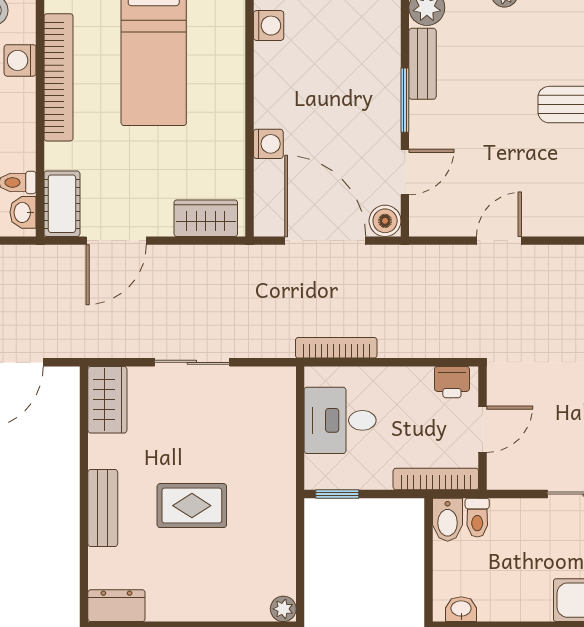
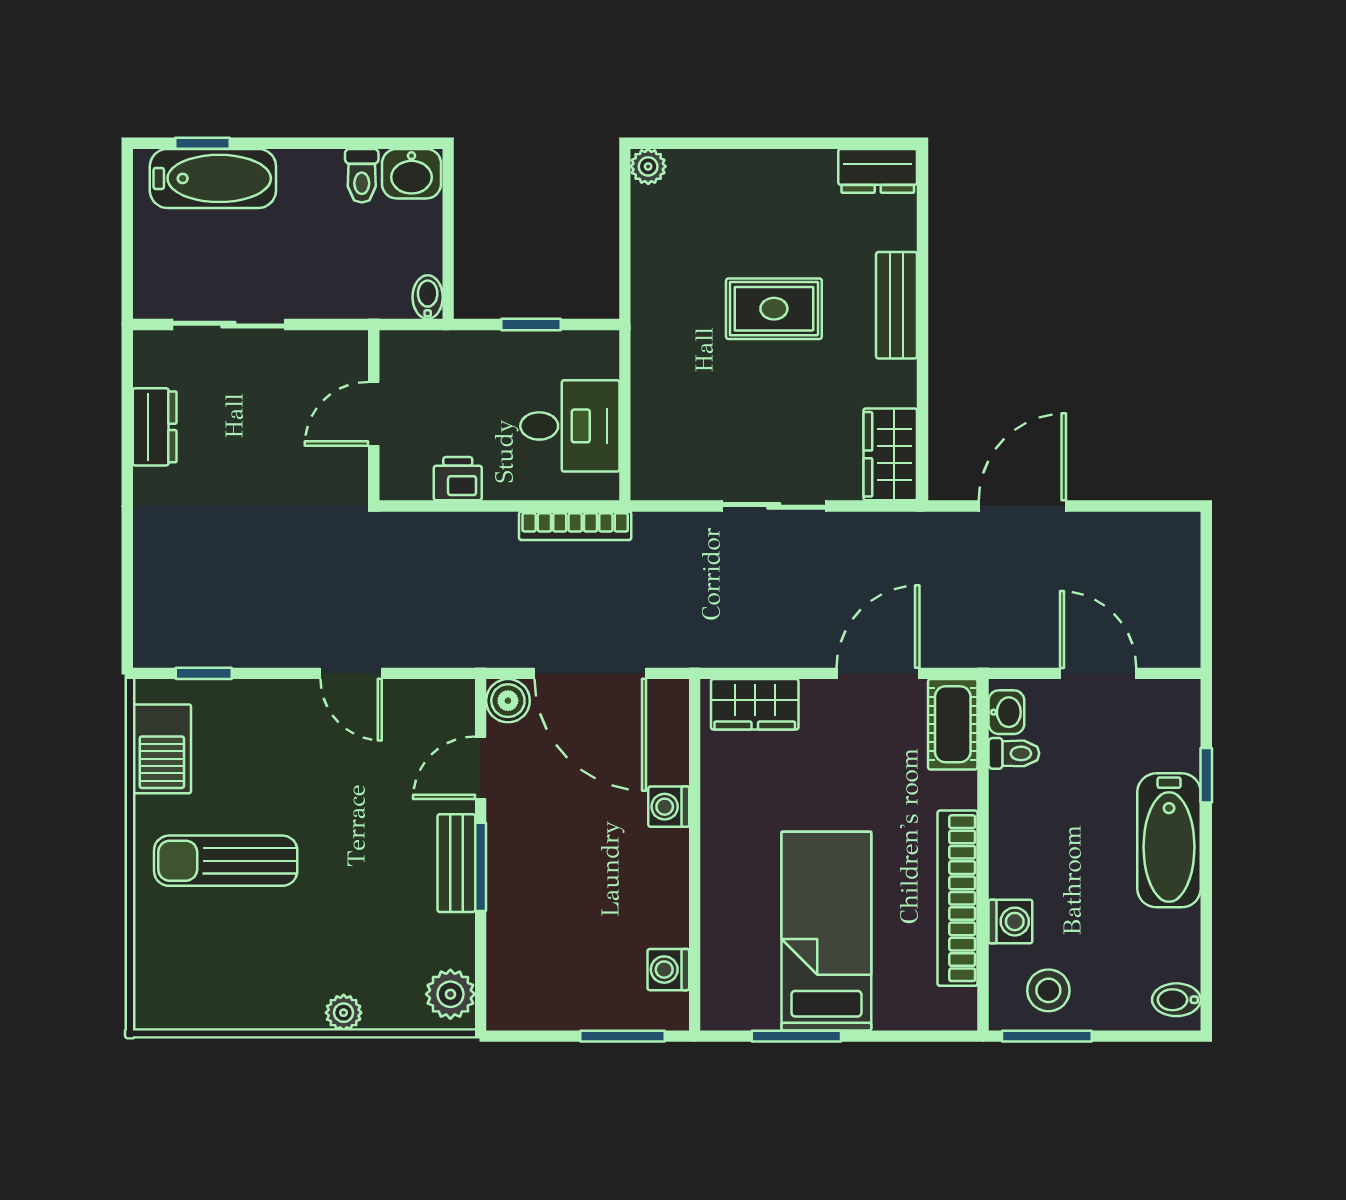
bench: (422, 64) -> (456, 863), moved
door: (499, 241) -> (351, 673), hinge flipped
printer: (452, 382) -> (458, 479), moved
bookcase: (436, 479) -> (438, 345), removed
window: (337, 494) -> (531, 325), moved
toilet: (477, 518) -> (362, 176), moved, turned 180
bidet: (448, 520) -> (428, 297), width x0.72, depth x0.74
washbasin: (461, 609) -> (412, 174), width x1.38, depth x1.45

